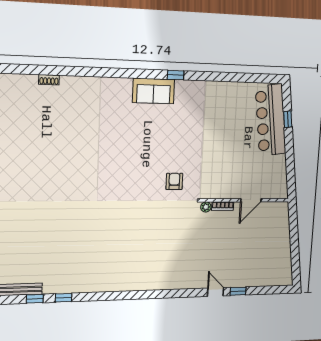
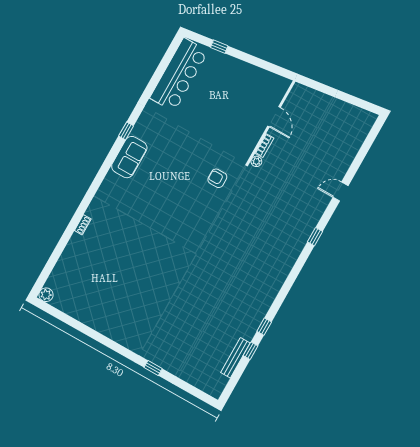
shoe rack: (49, 80) -> (83, 225), moved
bar counter: (271, 120) -> (179, 75), moved, turned -82
window: (238, 291) -> (315, 237), moved

